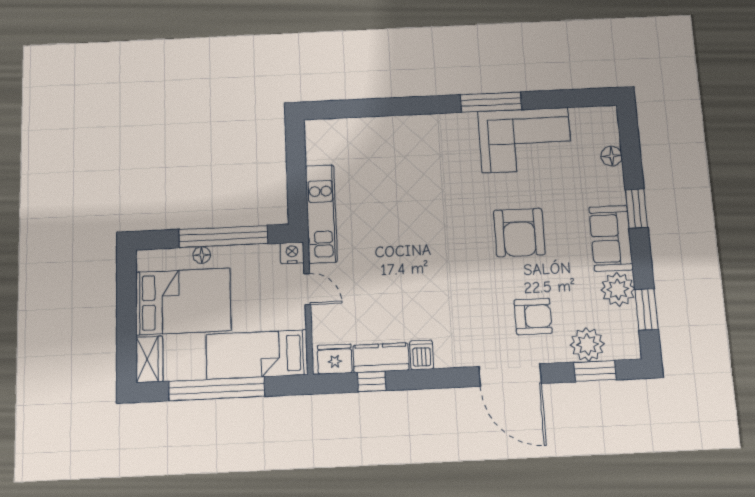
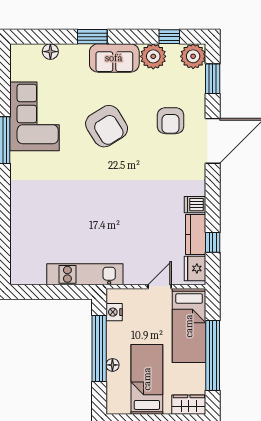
armchair: (519, 232) -> (107, 126), turned 58
nightstand: (292, 253) -> (114, 312), moved
door: (307, 289) -> (160, 287), moved
bed: (183, 301) -> (147, 379), width x0.67
window: (647, 309) -> (169, 37), width x0.67
armchair: (533, 316) -> (170, 121), turned 180
plant: (587, 344) -> (193, 56), moved

